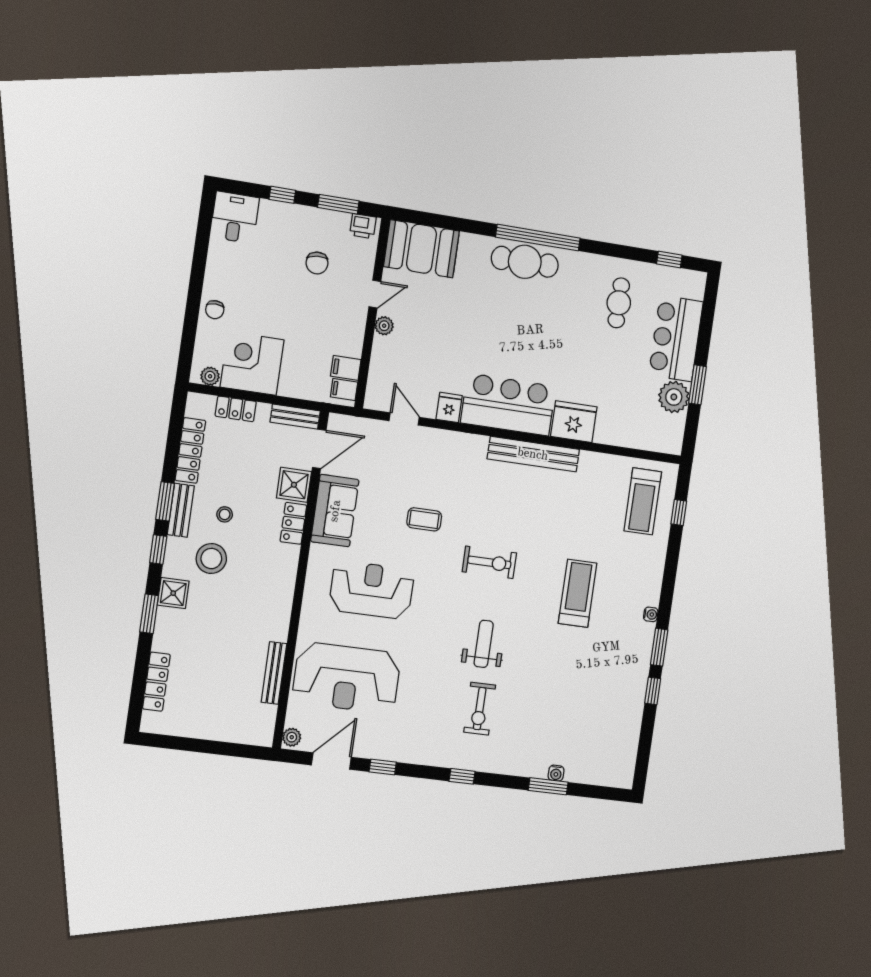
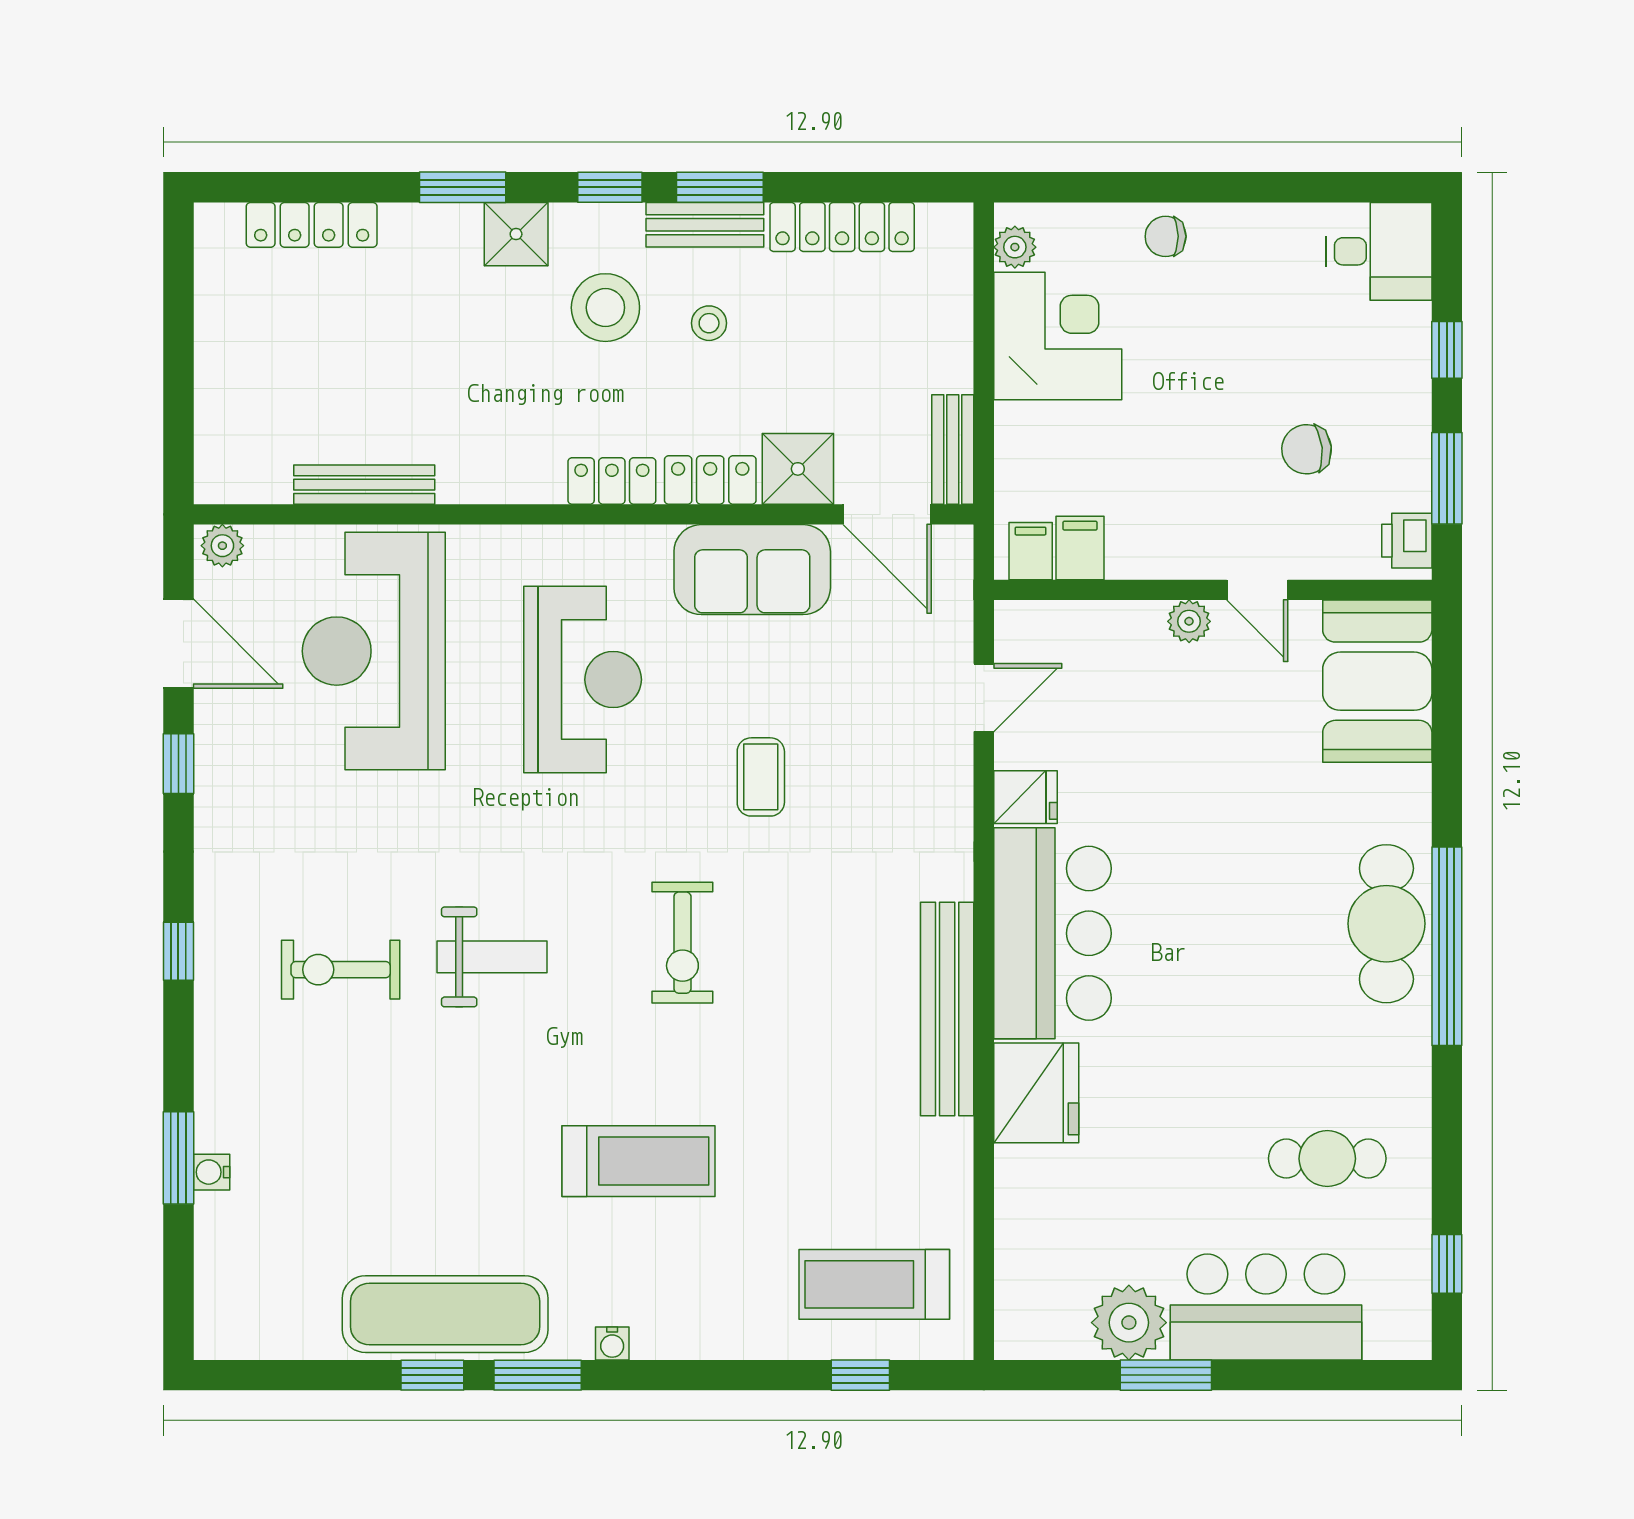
locker: (236, 409) -> (612, 481), moved, turned 90
exercise mat: (629, 683) -> (445, 1314), added

